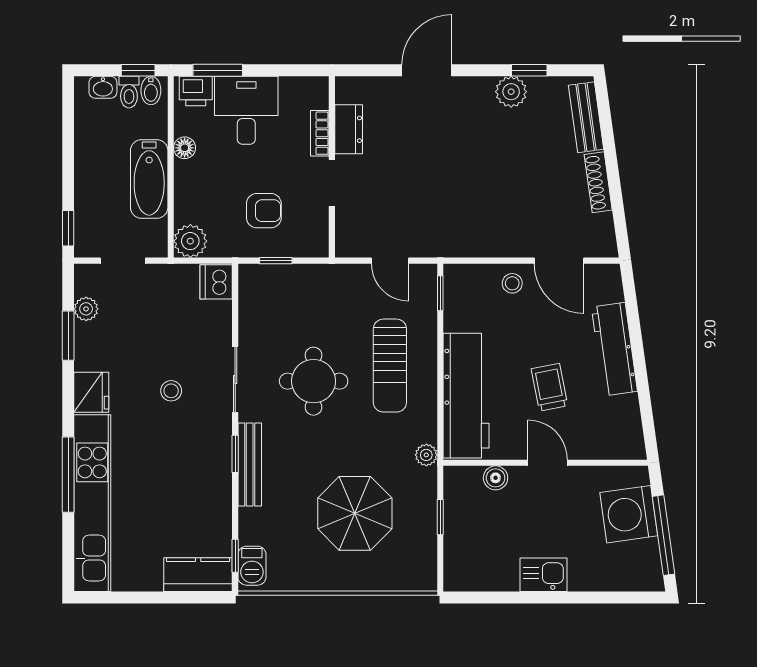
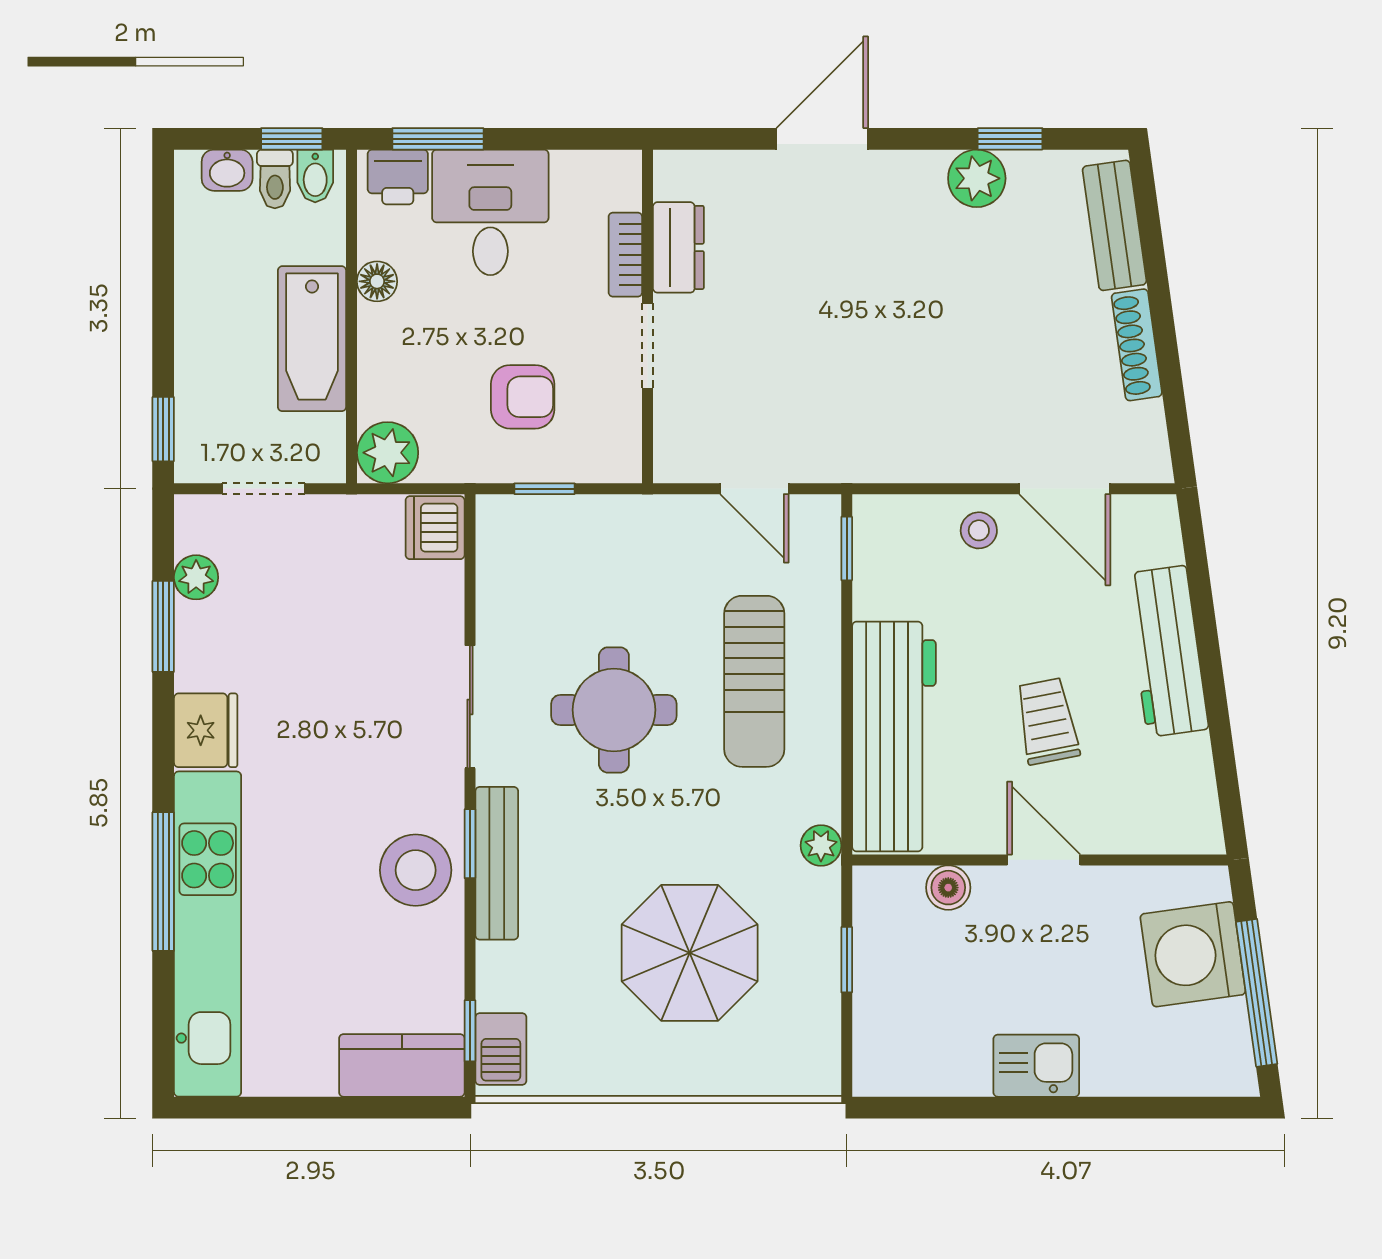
stool: (171, 391) -> (416, 870), moved, width x1.89, depth x1.89

